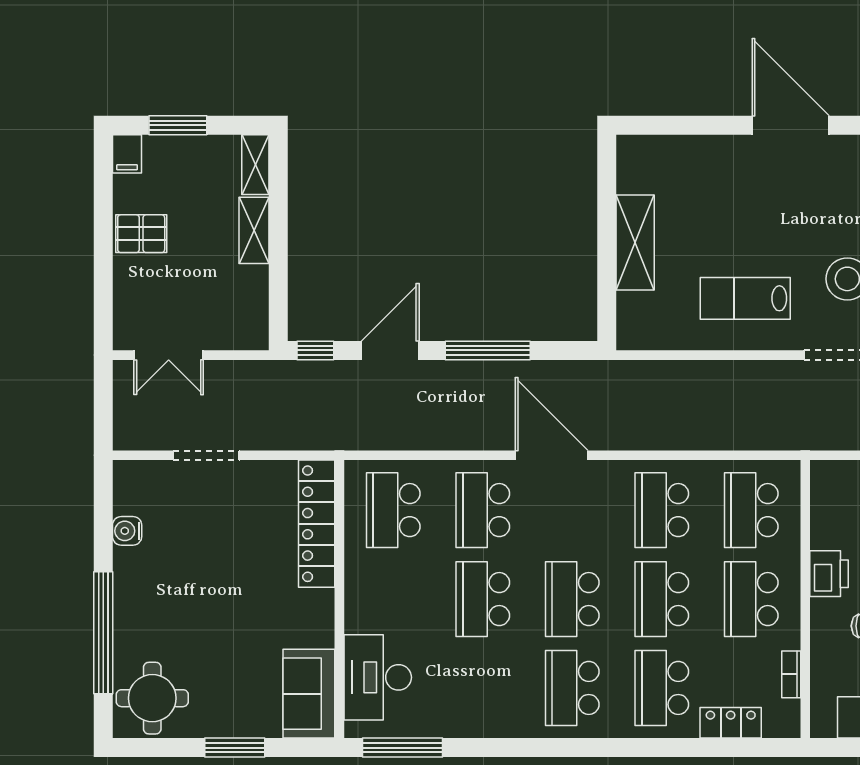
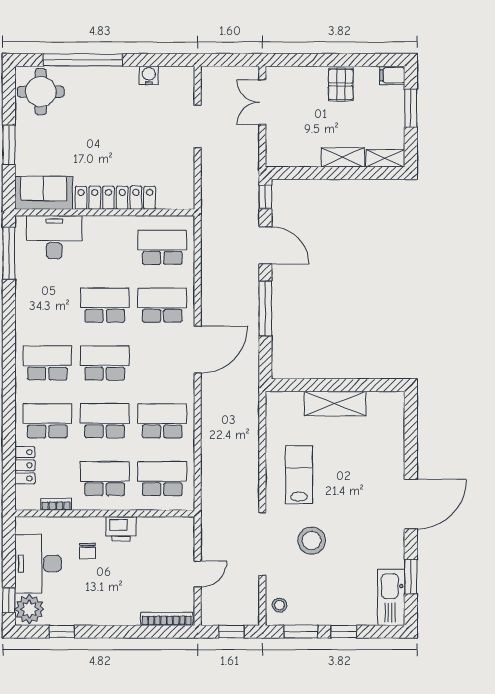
locker: (317, 524) -> (115, 198), moved

